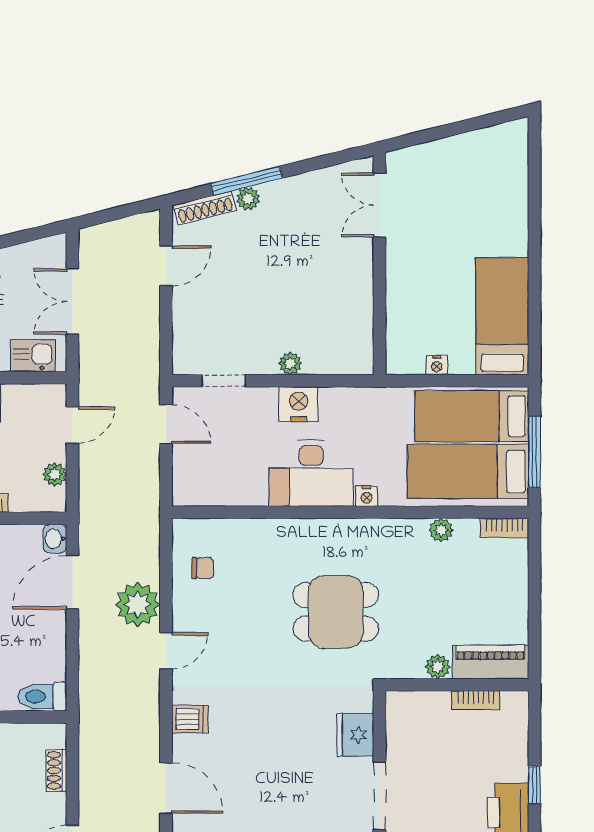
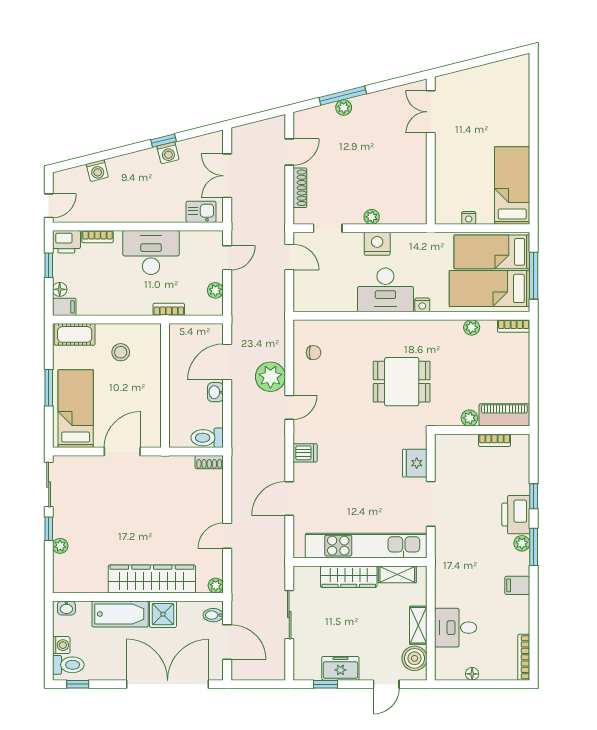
shoe rack: (205, 208) -> (300, 188), moved, turned -76
washbasin: (55, 539) -> (215, 392), moved
shoe rack: (56, 770) -> (209, 462), moved, turned -90
door: (166, 788) -> (289, 499), swing flipped

